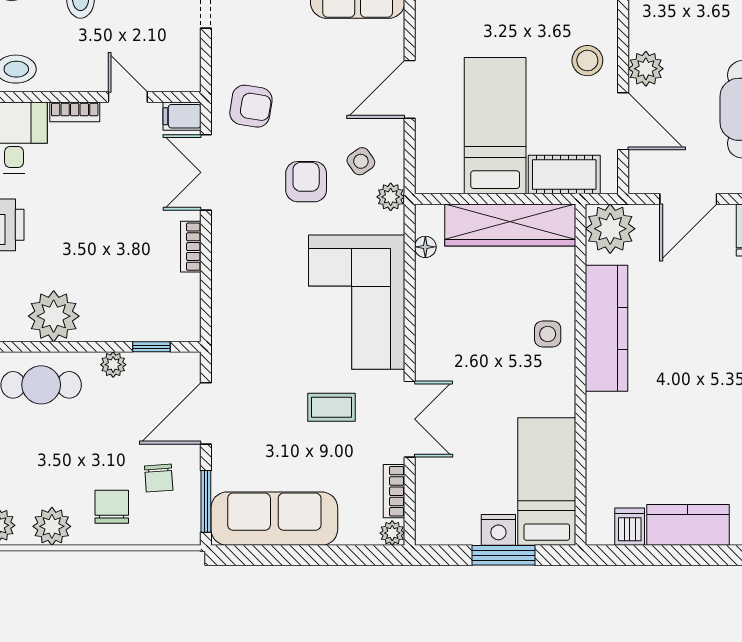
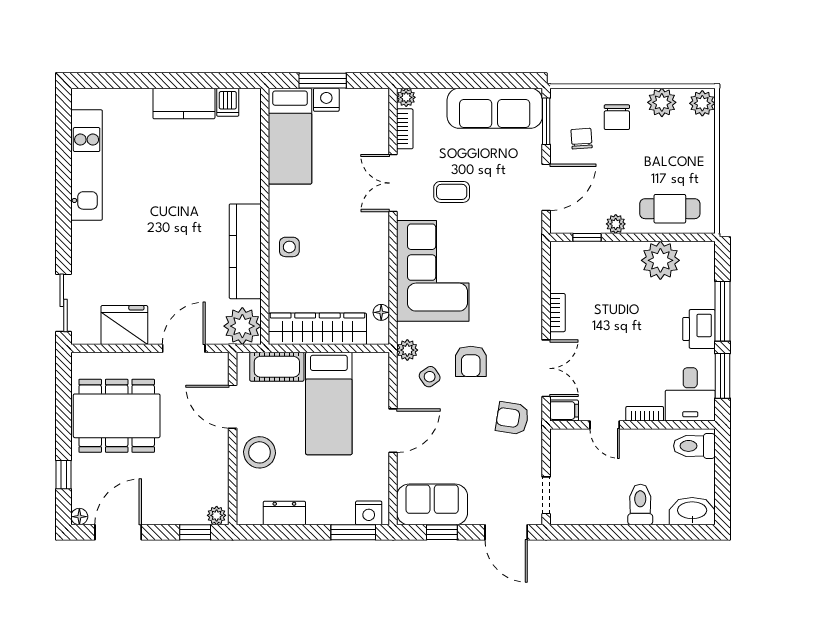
stool: (587, 61) -> (260, 452), width x1.38, depth x1.38
plant: (646, 69) -> (216, 446), removed

